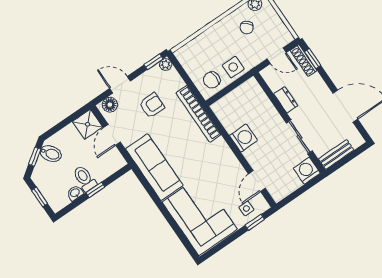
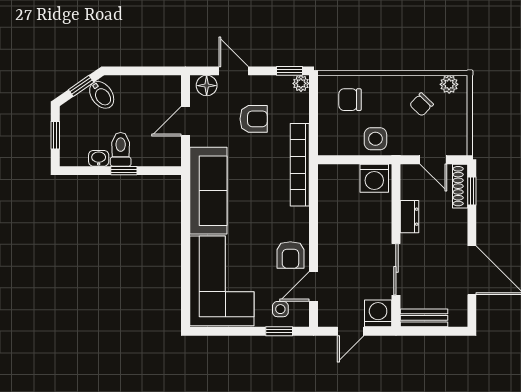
chair: (212, 80) -> (350, 100), moved
shower: (88, 124) -> (166, 90), removed
washing machine: (243, 138) -> (374, 178), moved, turned 90
armchair: (230, 172) -> (290, 255), added
door: (298, 193) -> (351, 331), added

